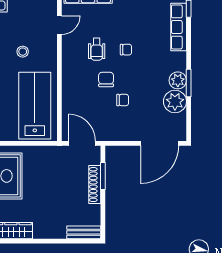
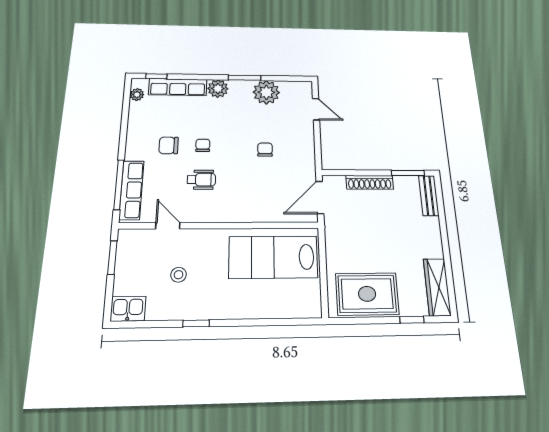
stool: (23, 52) -> (179, 275), moved
chair: (106, 79) -> (169, 145), moved
plant: (178, 80) -> (218, 89), moved
door: (160, 143) -> (316, 109), width x0.53
window: (103, 176) -> (408, 173), moved

